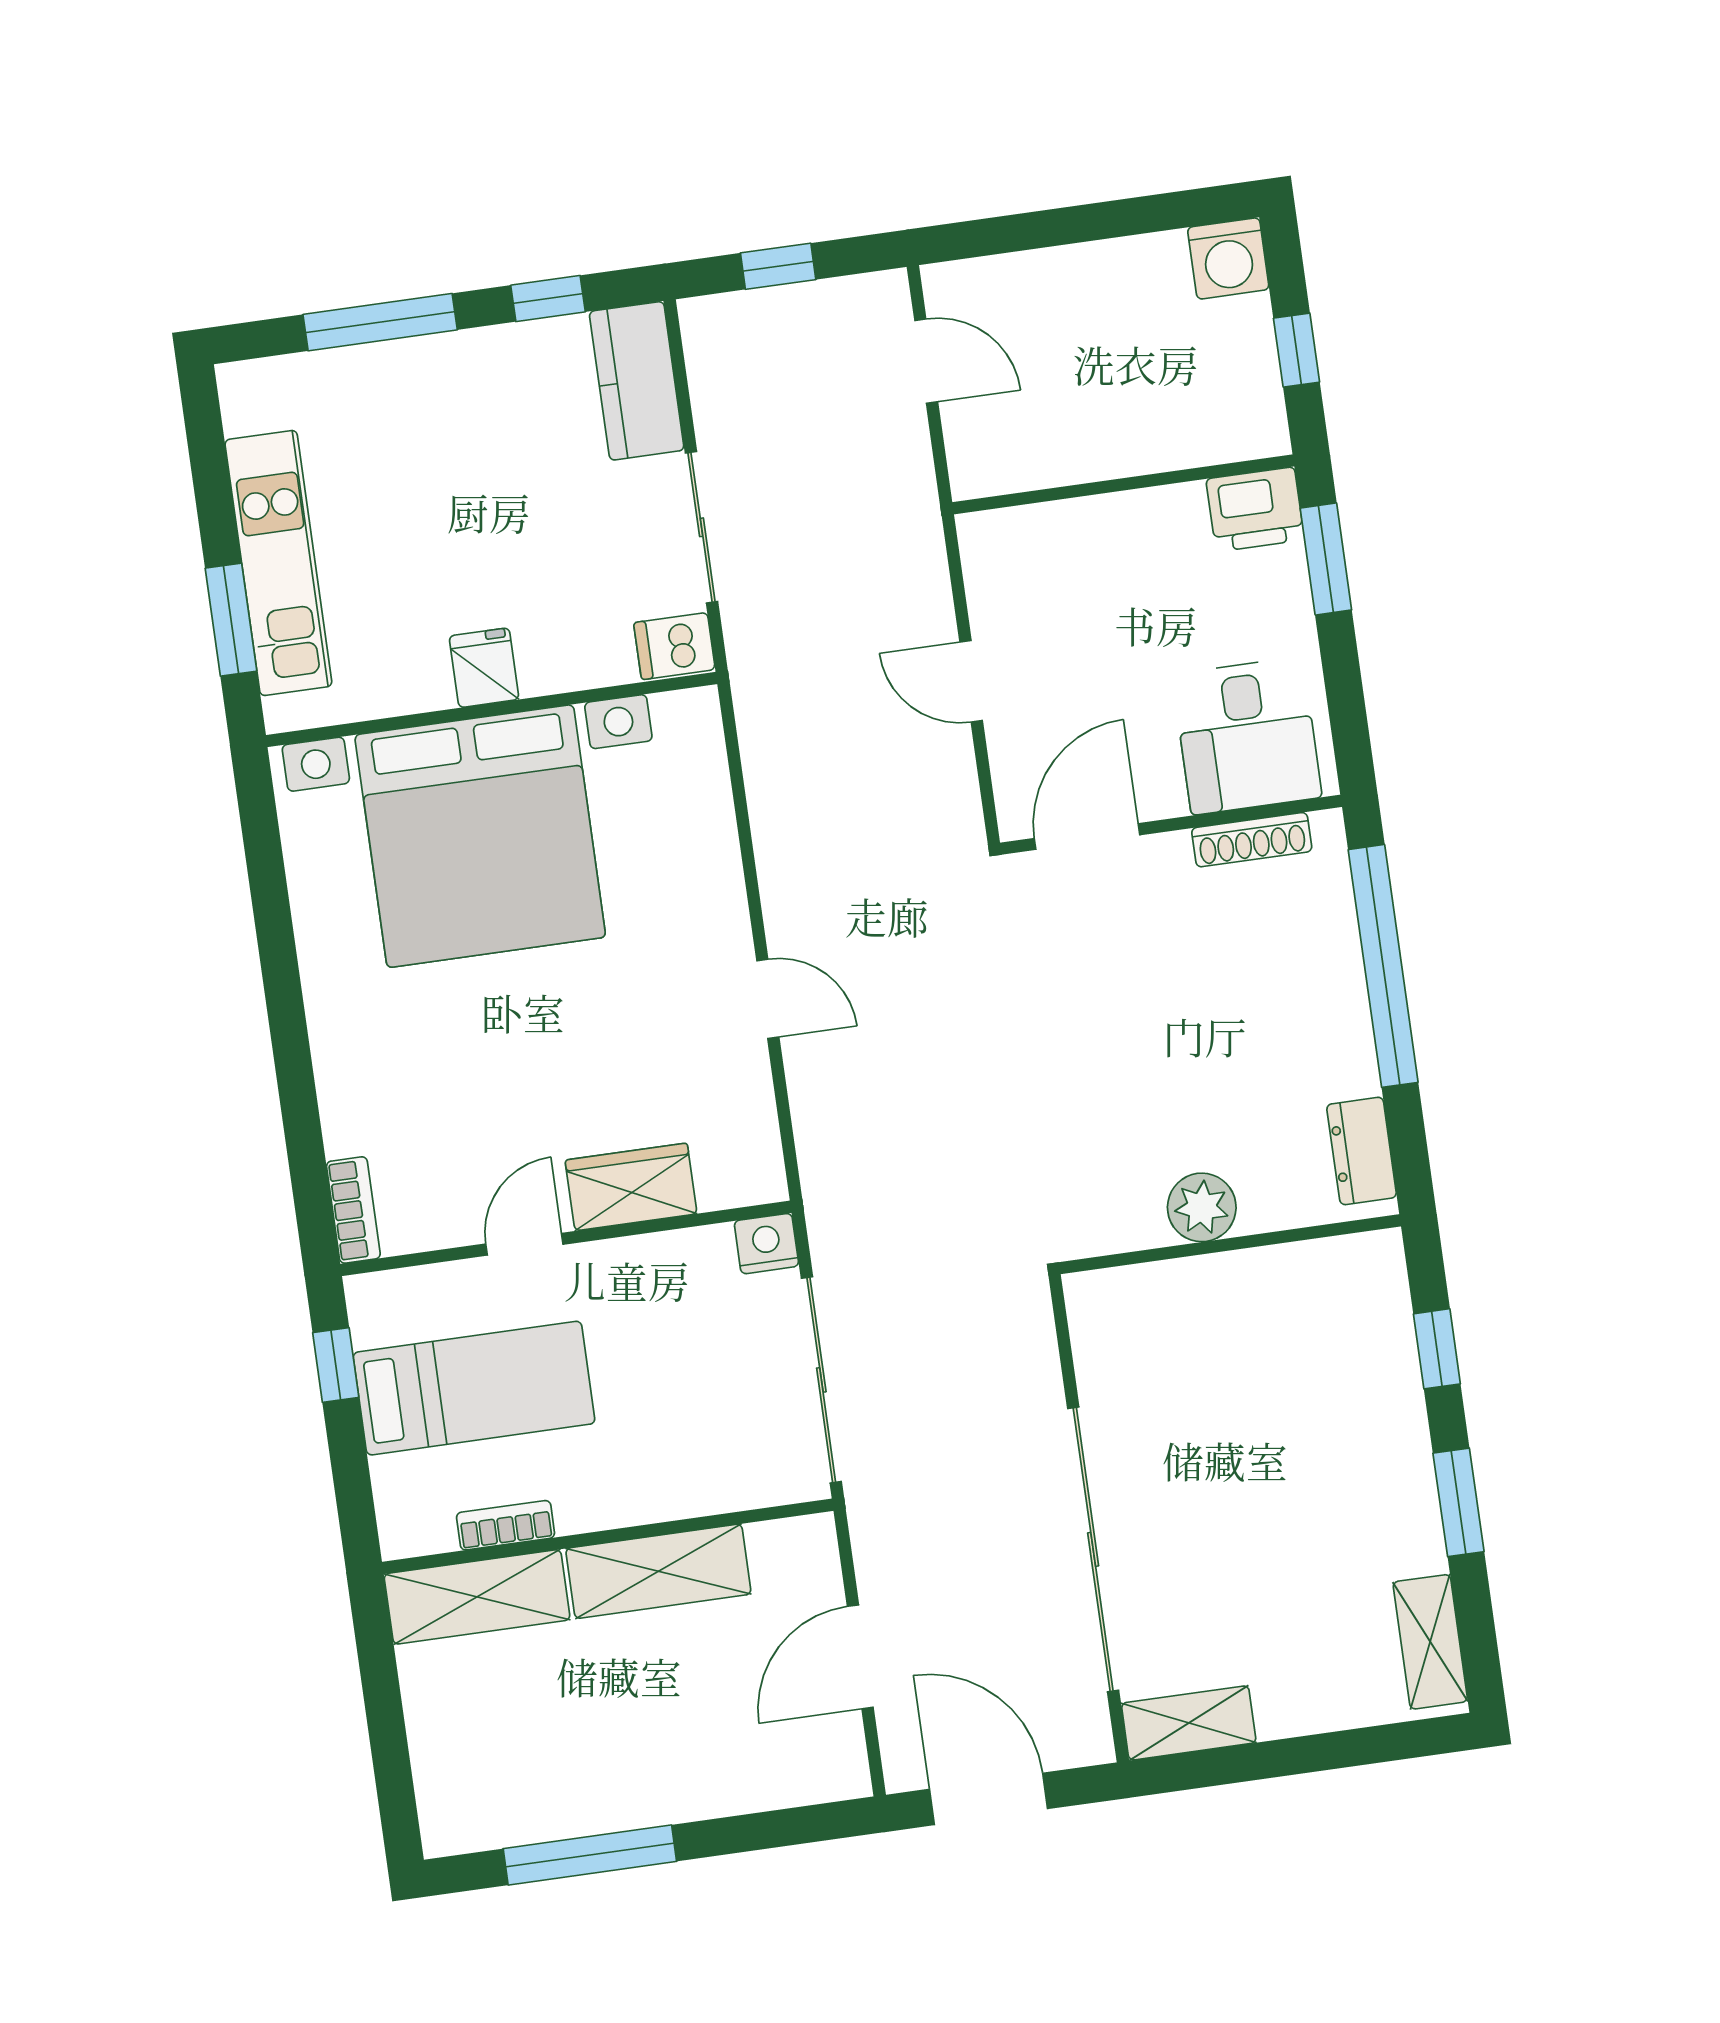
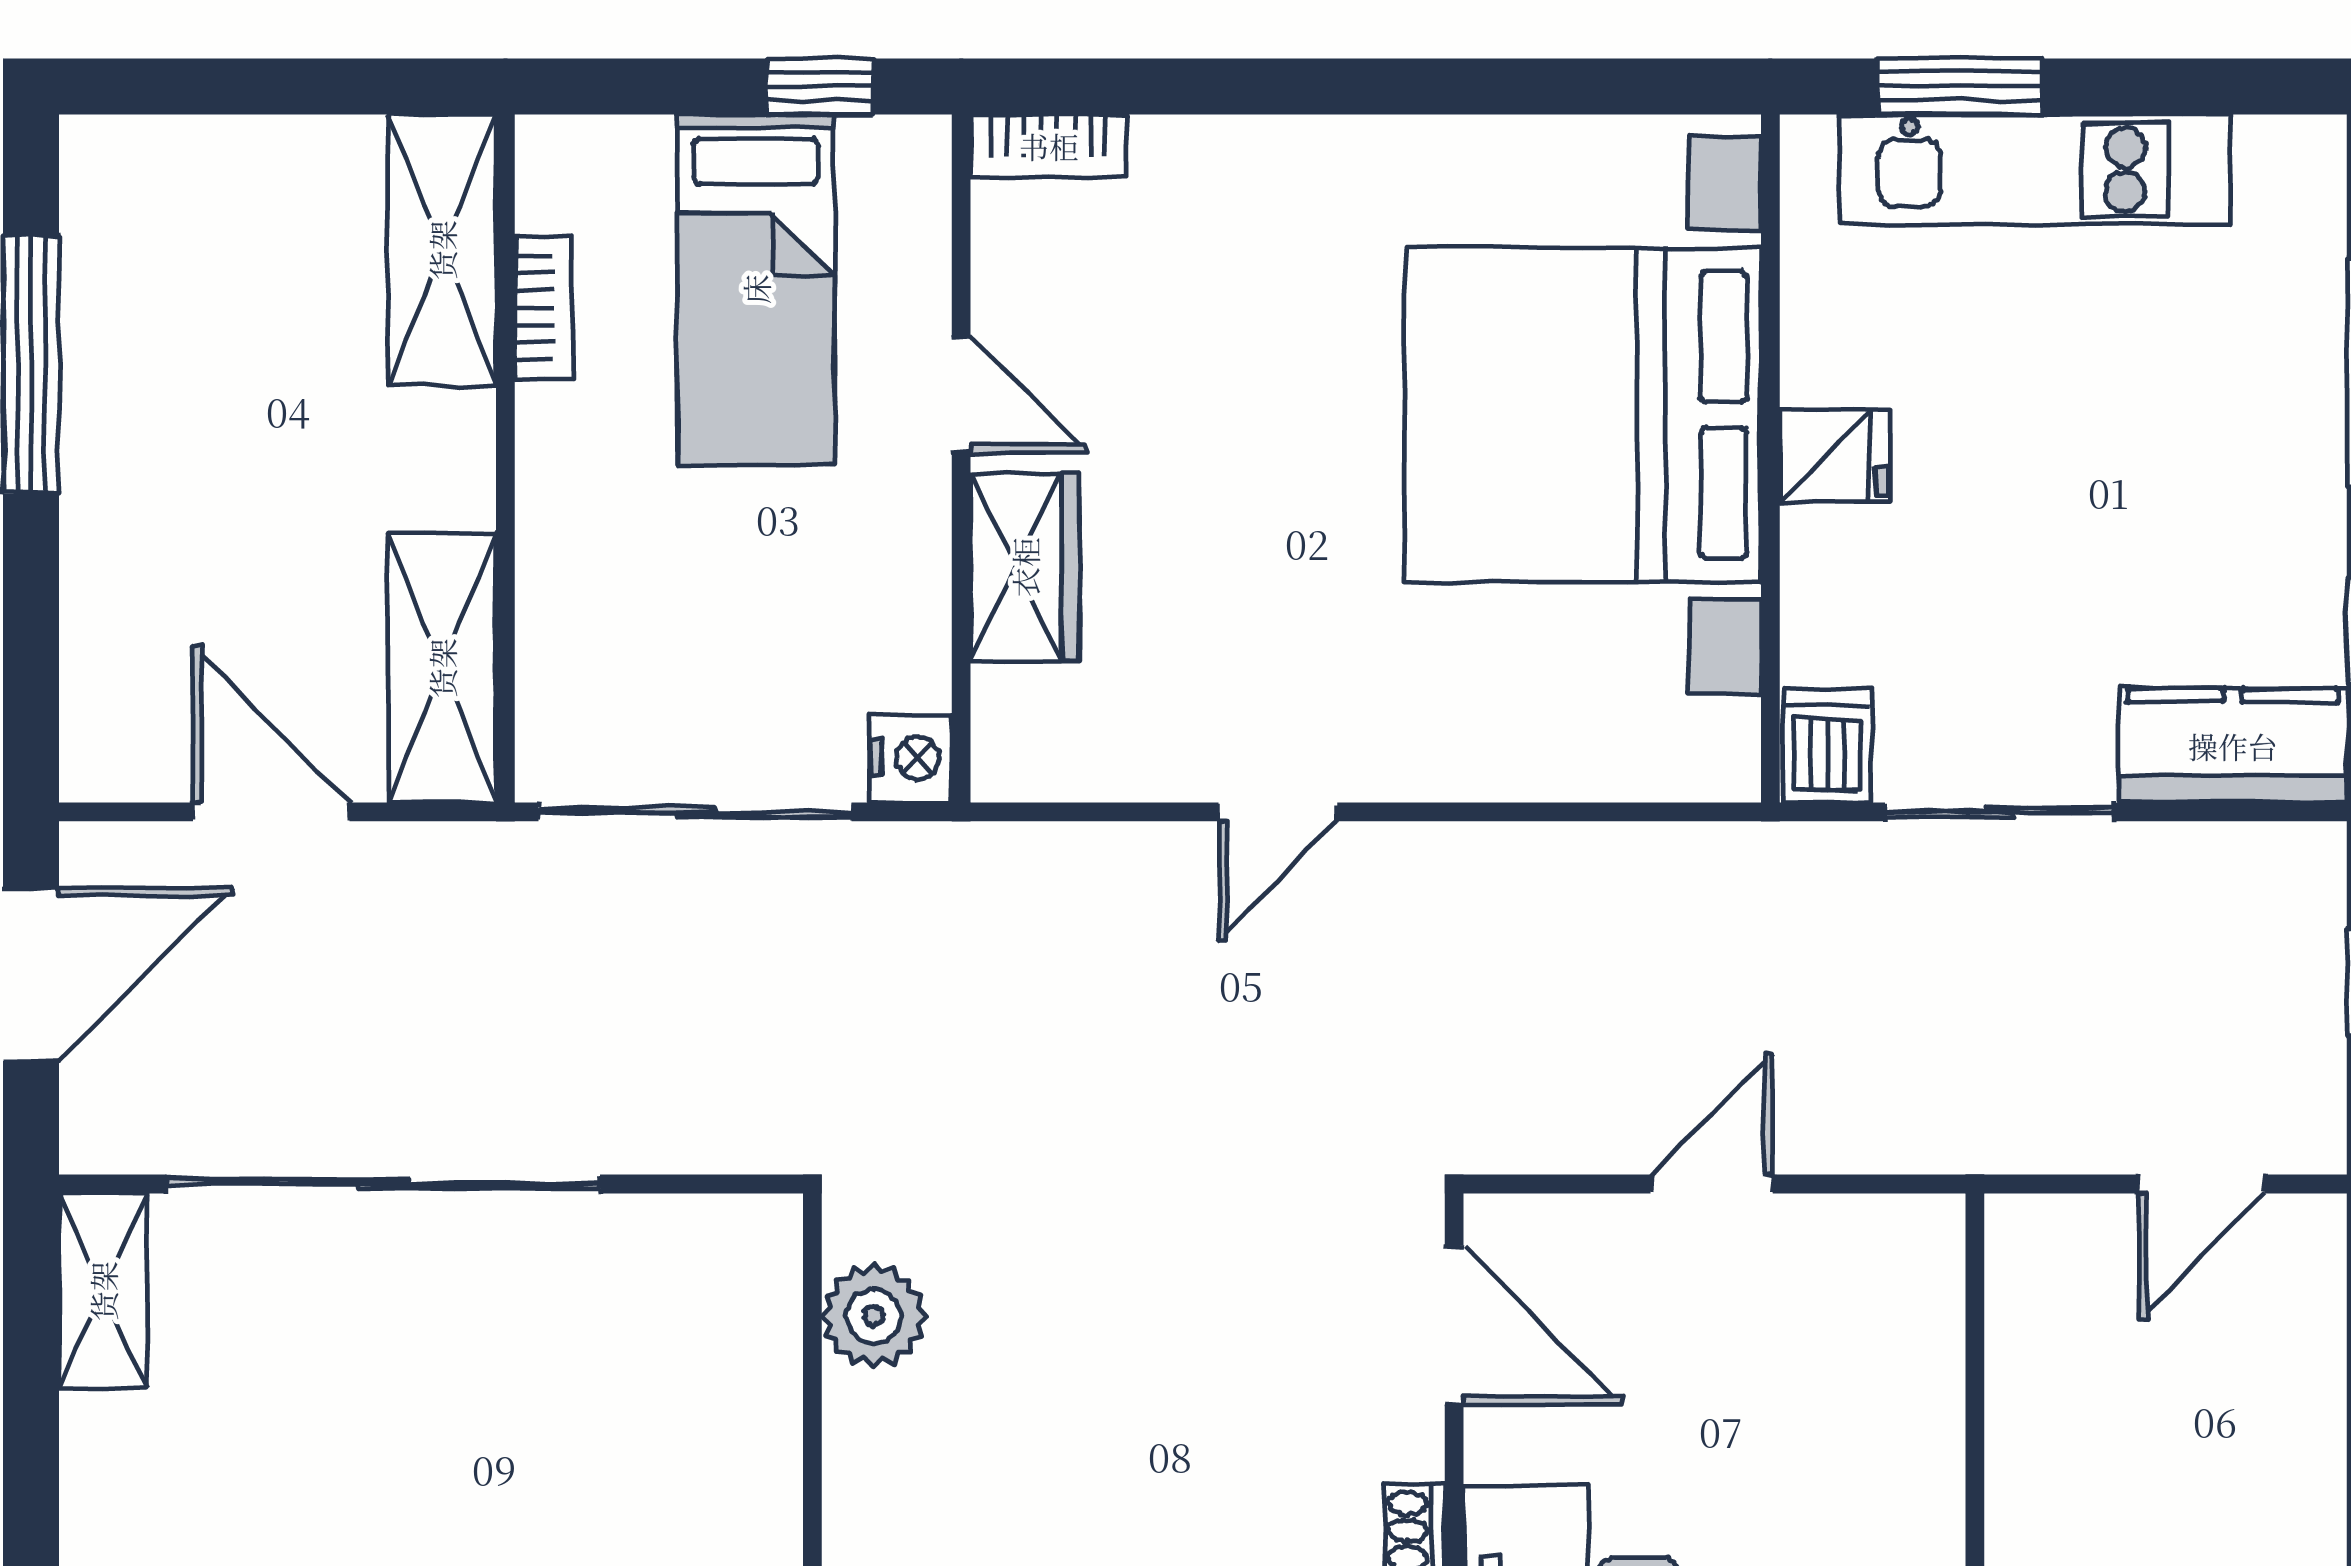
plant: (1202, 1207) -> (874, 1316), moved
shelving: (658, 1571) -> (442, 668), moved

